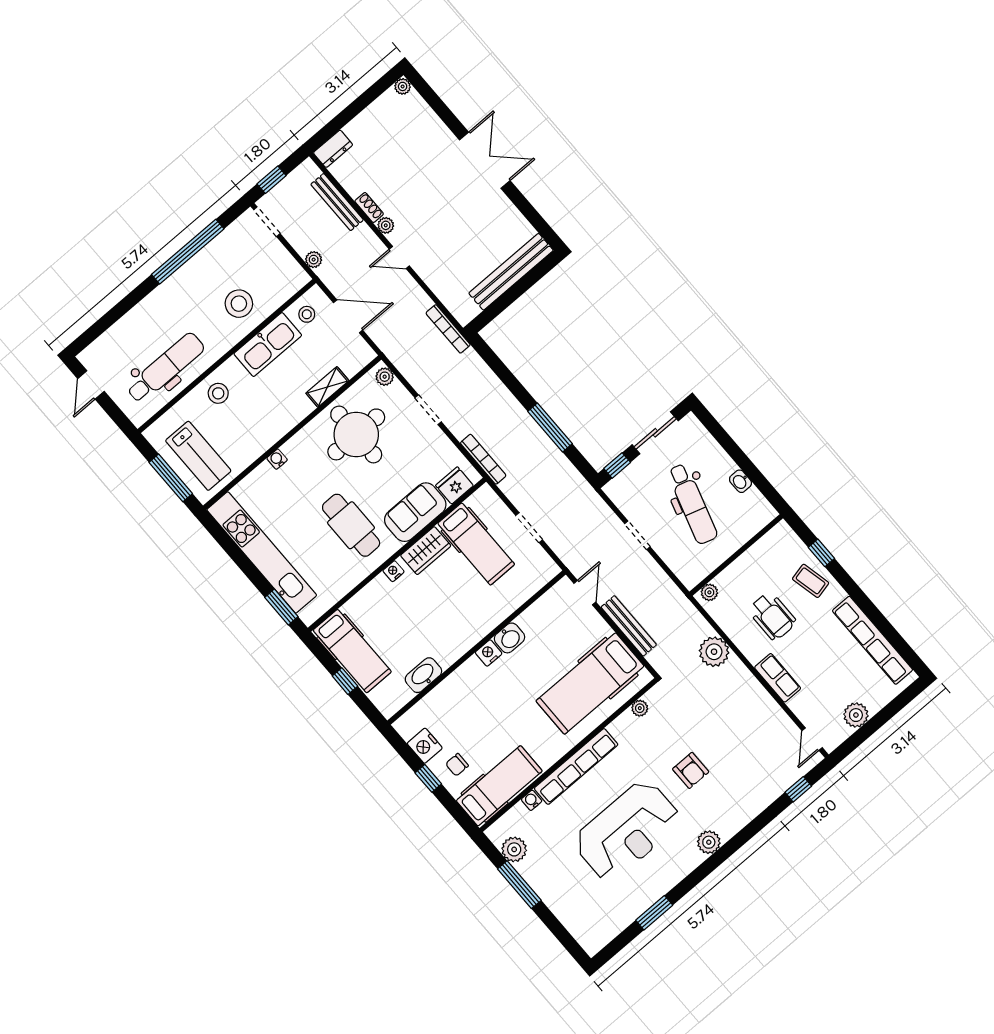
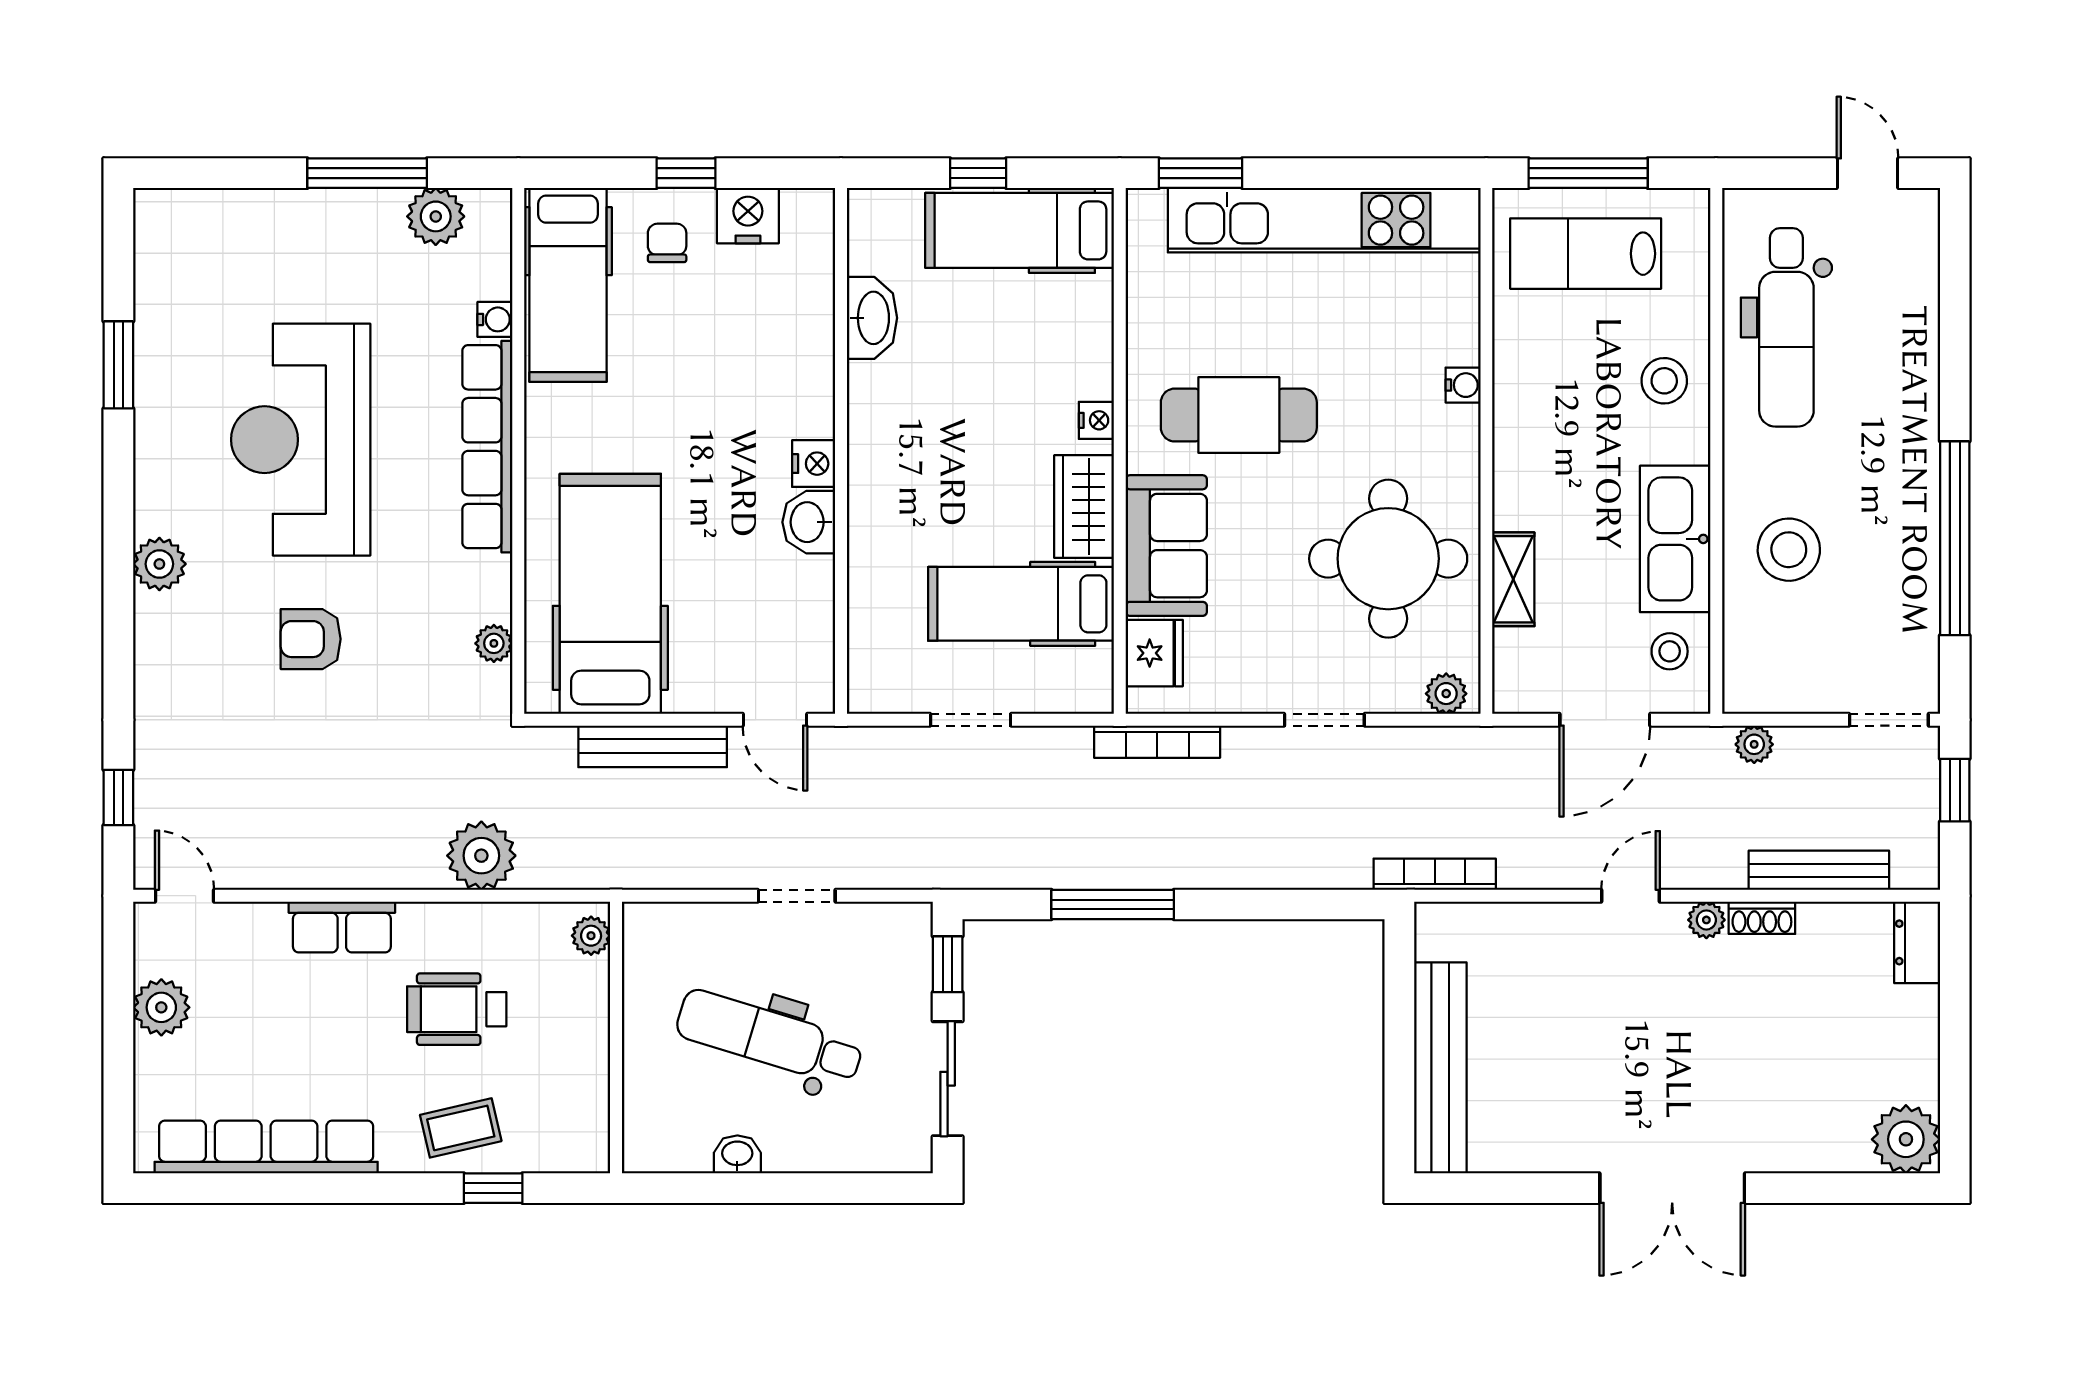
plant: (403, 86) -> (1906, 1139), width x1.88, depth x1.88

